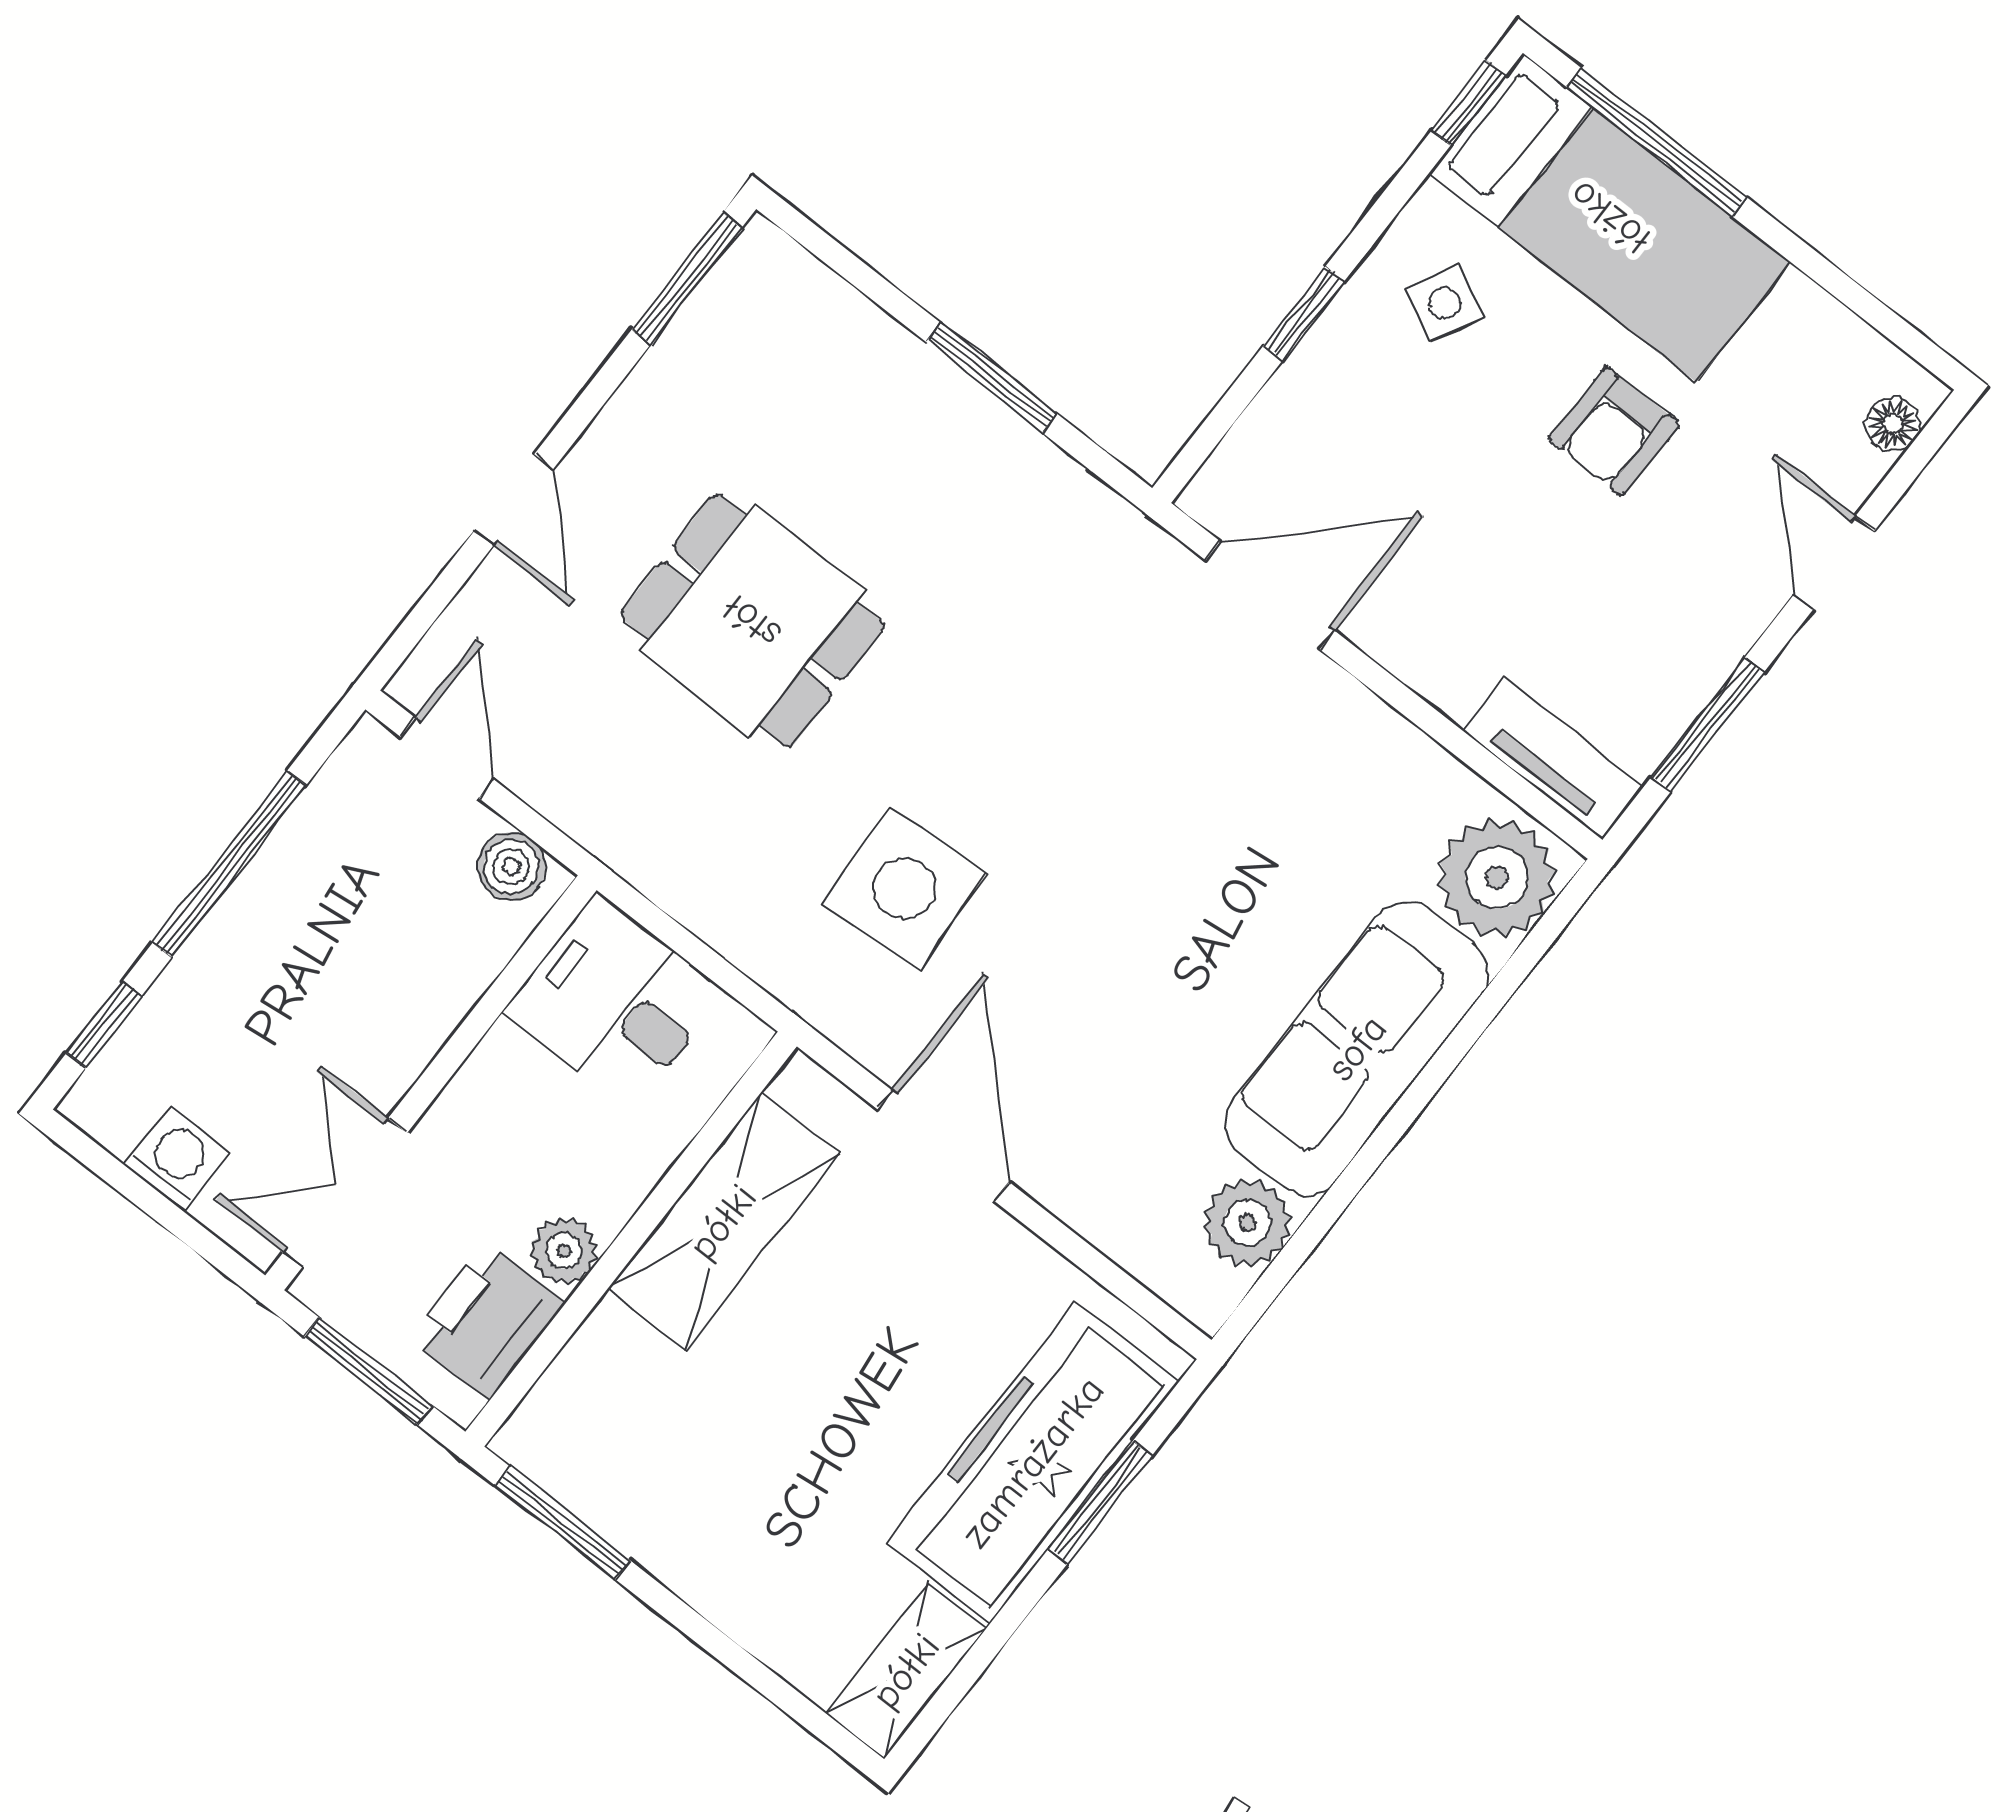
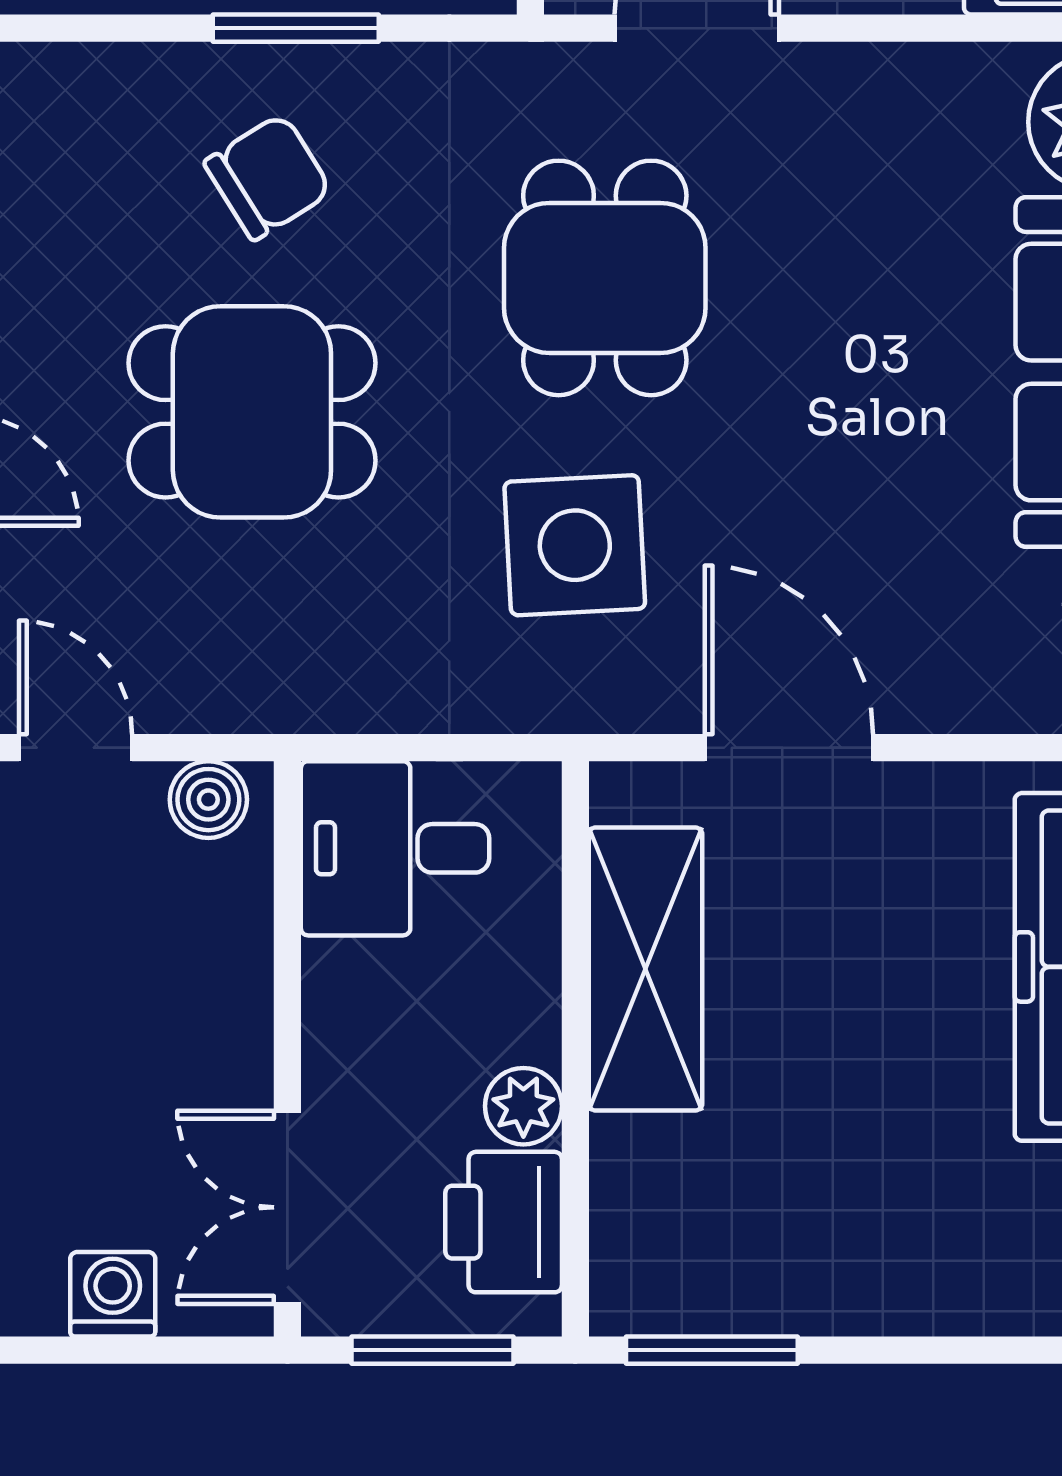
chair: (891, 466) -> (268, 177), added
dining table: (1070, 719) -> (605, 278), added

